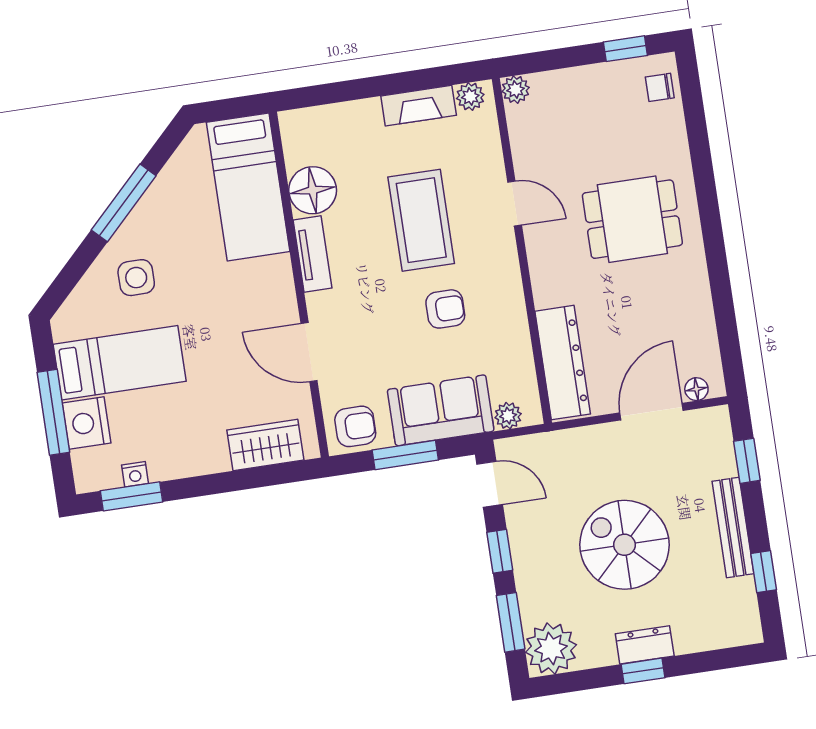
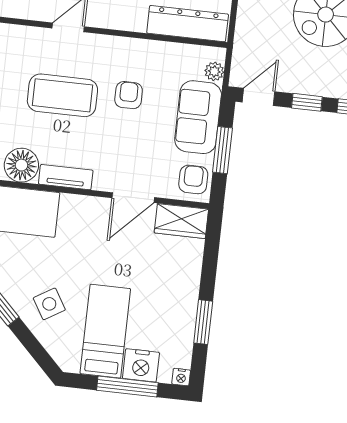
side table: (136, 278) -> (49, 304), turned -31
wardrobe: (265, 445) -> (181, 221), moved, turned -90
nightstand: (135, 474) -> (181, 377), moved, turned 90
window: (132, 496) -> (203, 322), moved

